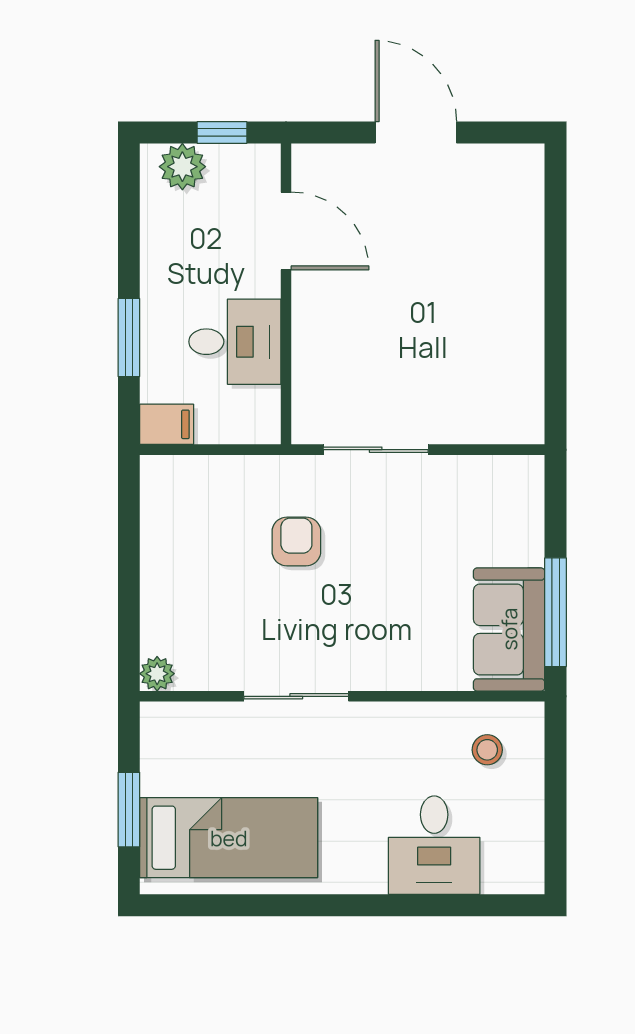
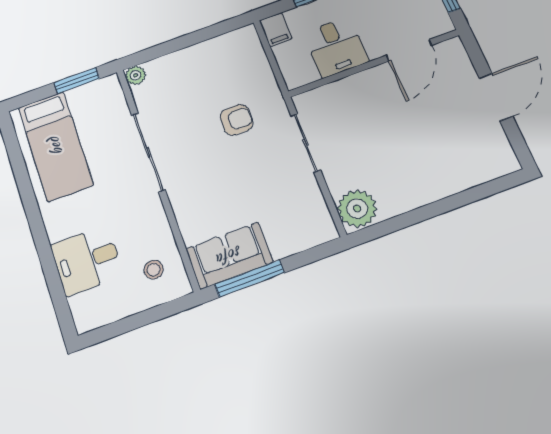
plant: (510, 413) -> (357, 209), added
sliding door: (296, 696) -> (148, 152), width x1.37
window: (129, 810) -> (77, 81), moved

